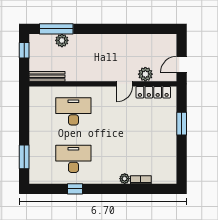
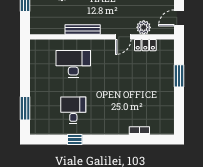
bench: (47, 76) -> (83, 30), moved
locker: (153, 92) -> (145, 45), width x0.66
desk: (73, 159) -> (73, 110), width x0.73
plant: (125, 179) -> (123, 130), removed

